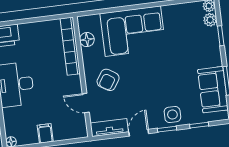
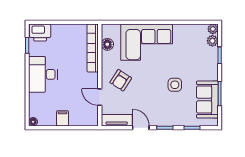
side table: (172, 115) -> (175, 85), moved
door: (139, 133) -> (141, 128), hinge flipped

